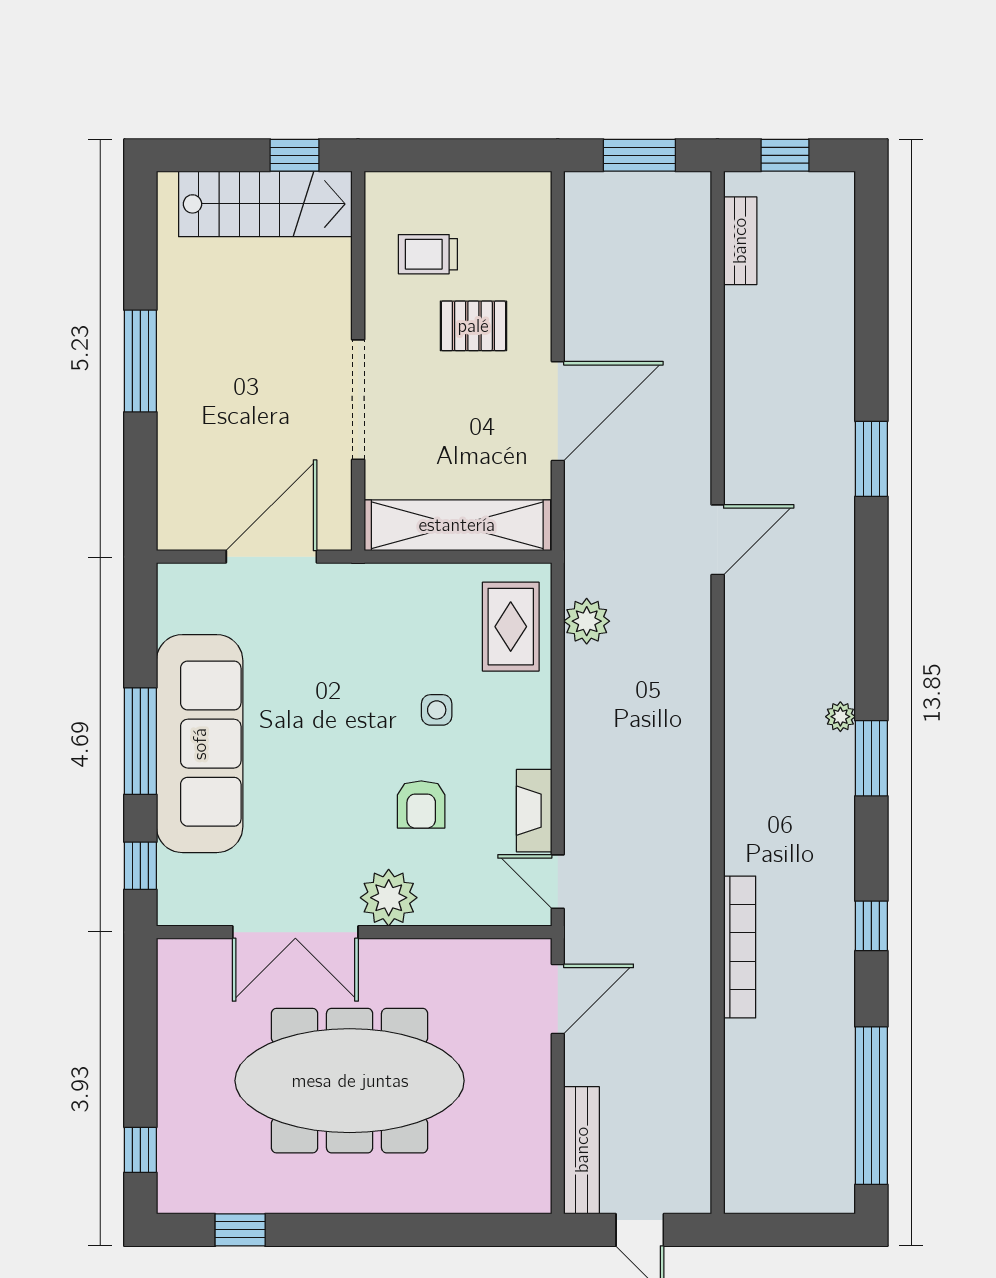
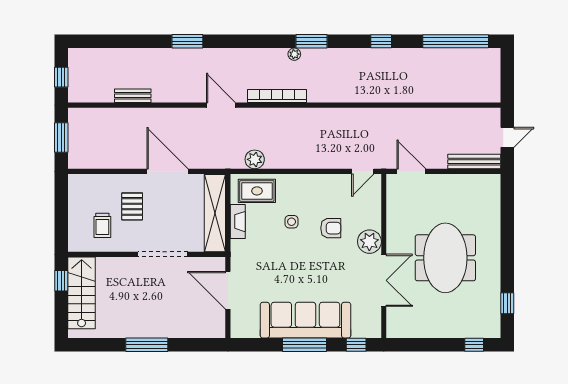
bench: (740, 241) -> (133, 96), moved
fireplace: (534, 811) -> (238, 222), moved, turned -90
bookcase: (740, 947) -> (277, 96), moved
meeting table: (350, 1081) -> (445, 258), width x0.73

